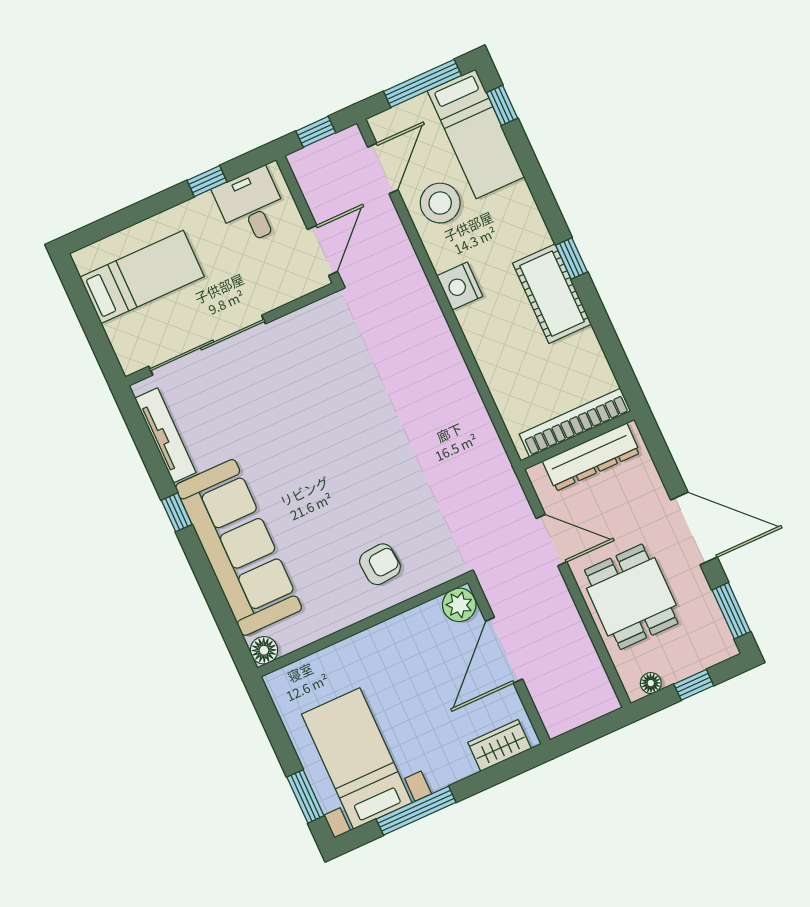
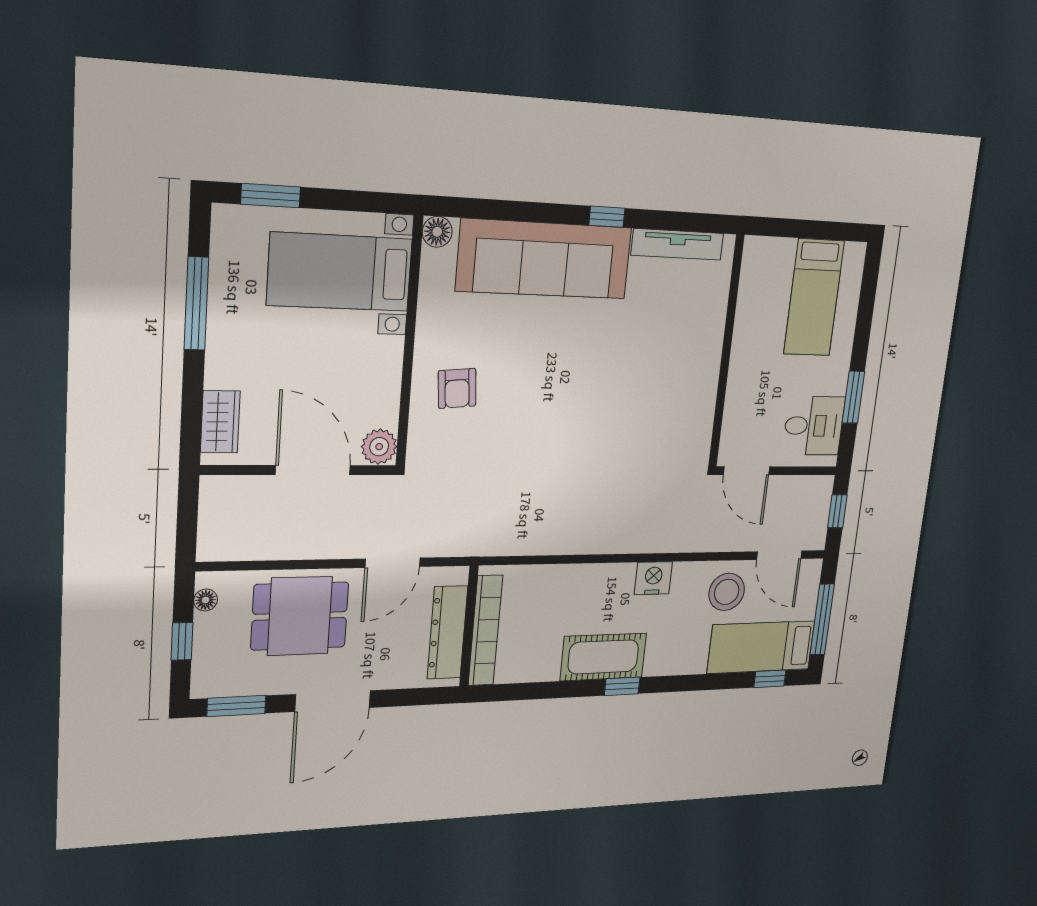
window: (207, 181) -> (853, 397), width x1.50
sliding door: (207, 345) -> (729, 326), removed
bed with nightstands: (357, 758) -> (340, 272), moved, turned 180

